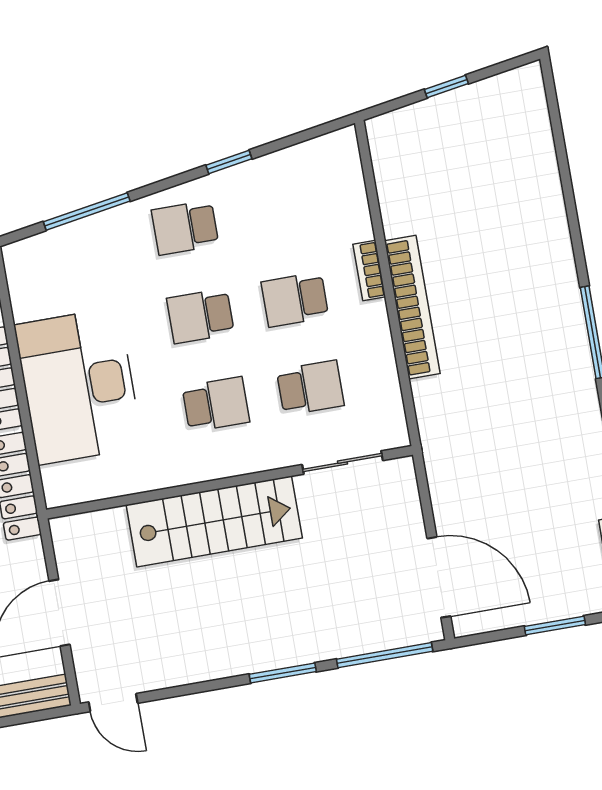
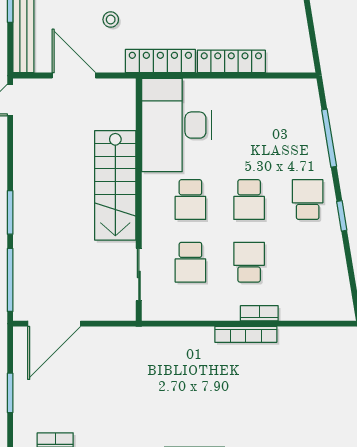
window: (229, 162) -> (342, 216), moved
bookcase: (412, 307) -> (246, 334), width x0.68, depth x0.76
school desk: (200, 316) -> (249, 200), turned 180
desk: (79, 386) -> (177, 125), moved, turned -90

